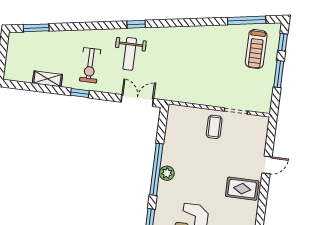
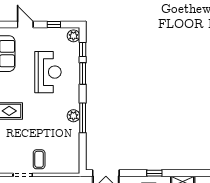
window: (156, 169) -> (83, 118), width x0.68

